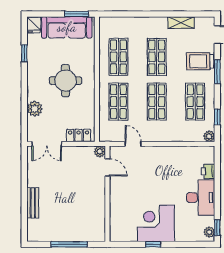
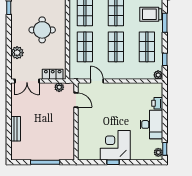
plant: (100, 151) -> (59, 87), moved

